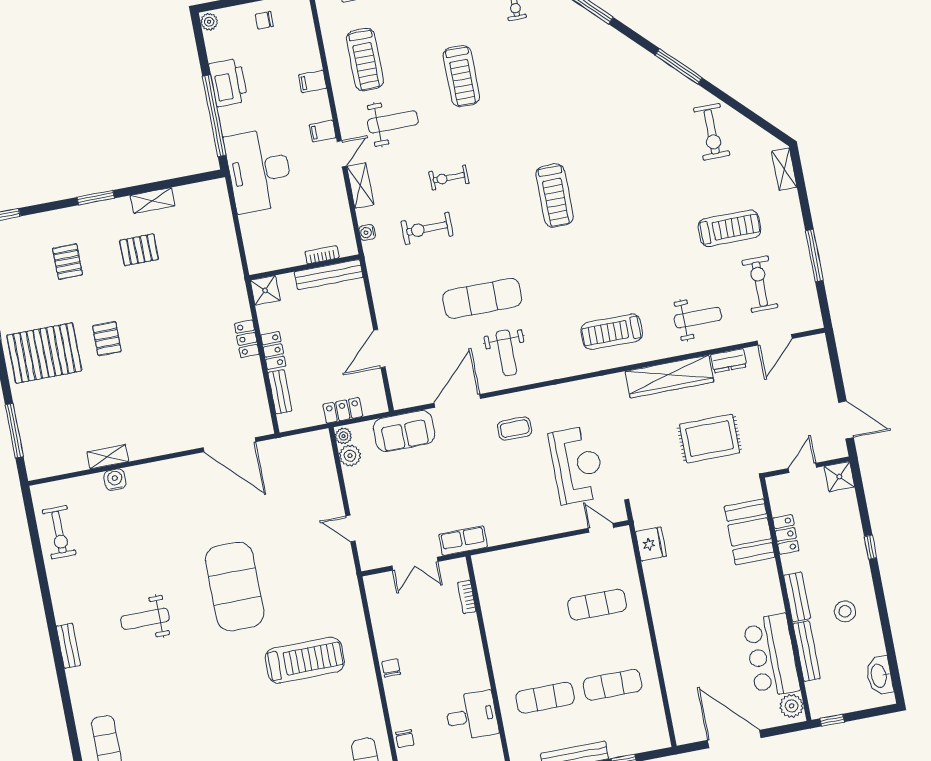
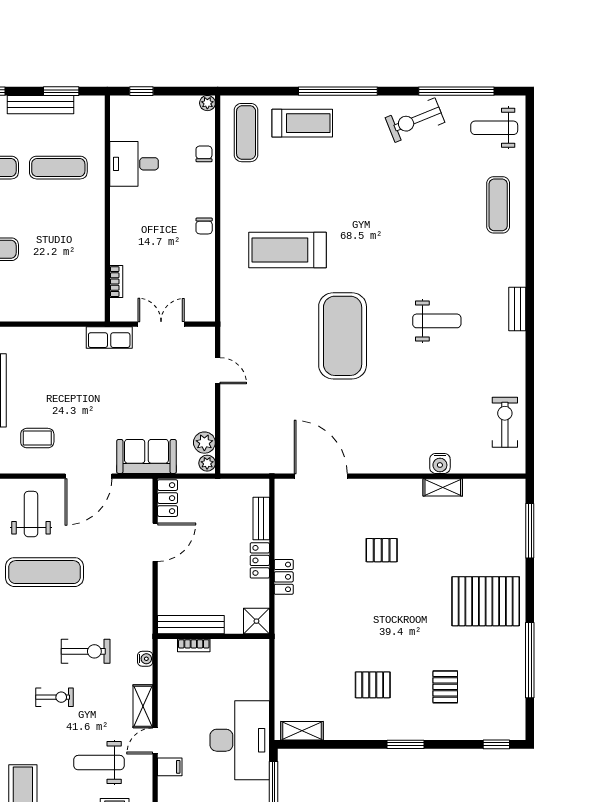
shelving: (153, 201) -> (302, 731), moved
pallet: (107, 339) -> (382, 550), moved, turned 90
locker: (343, 410) -> (168, 498), moved, turned -90

